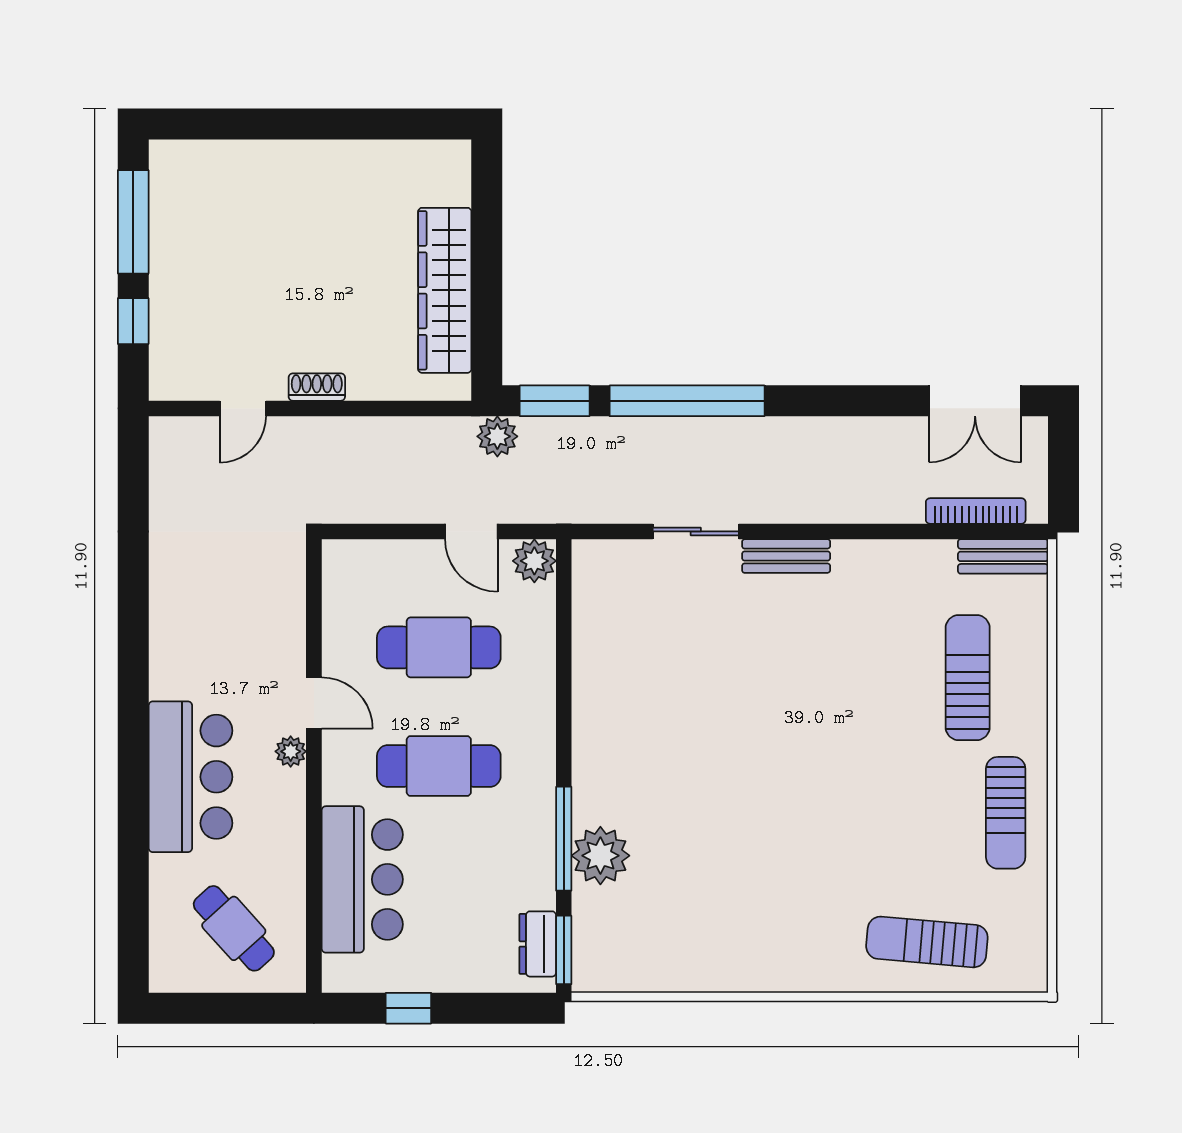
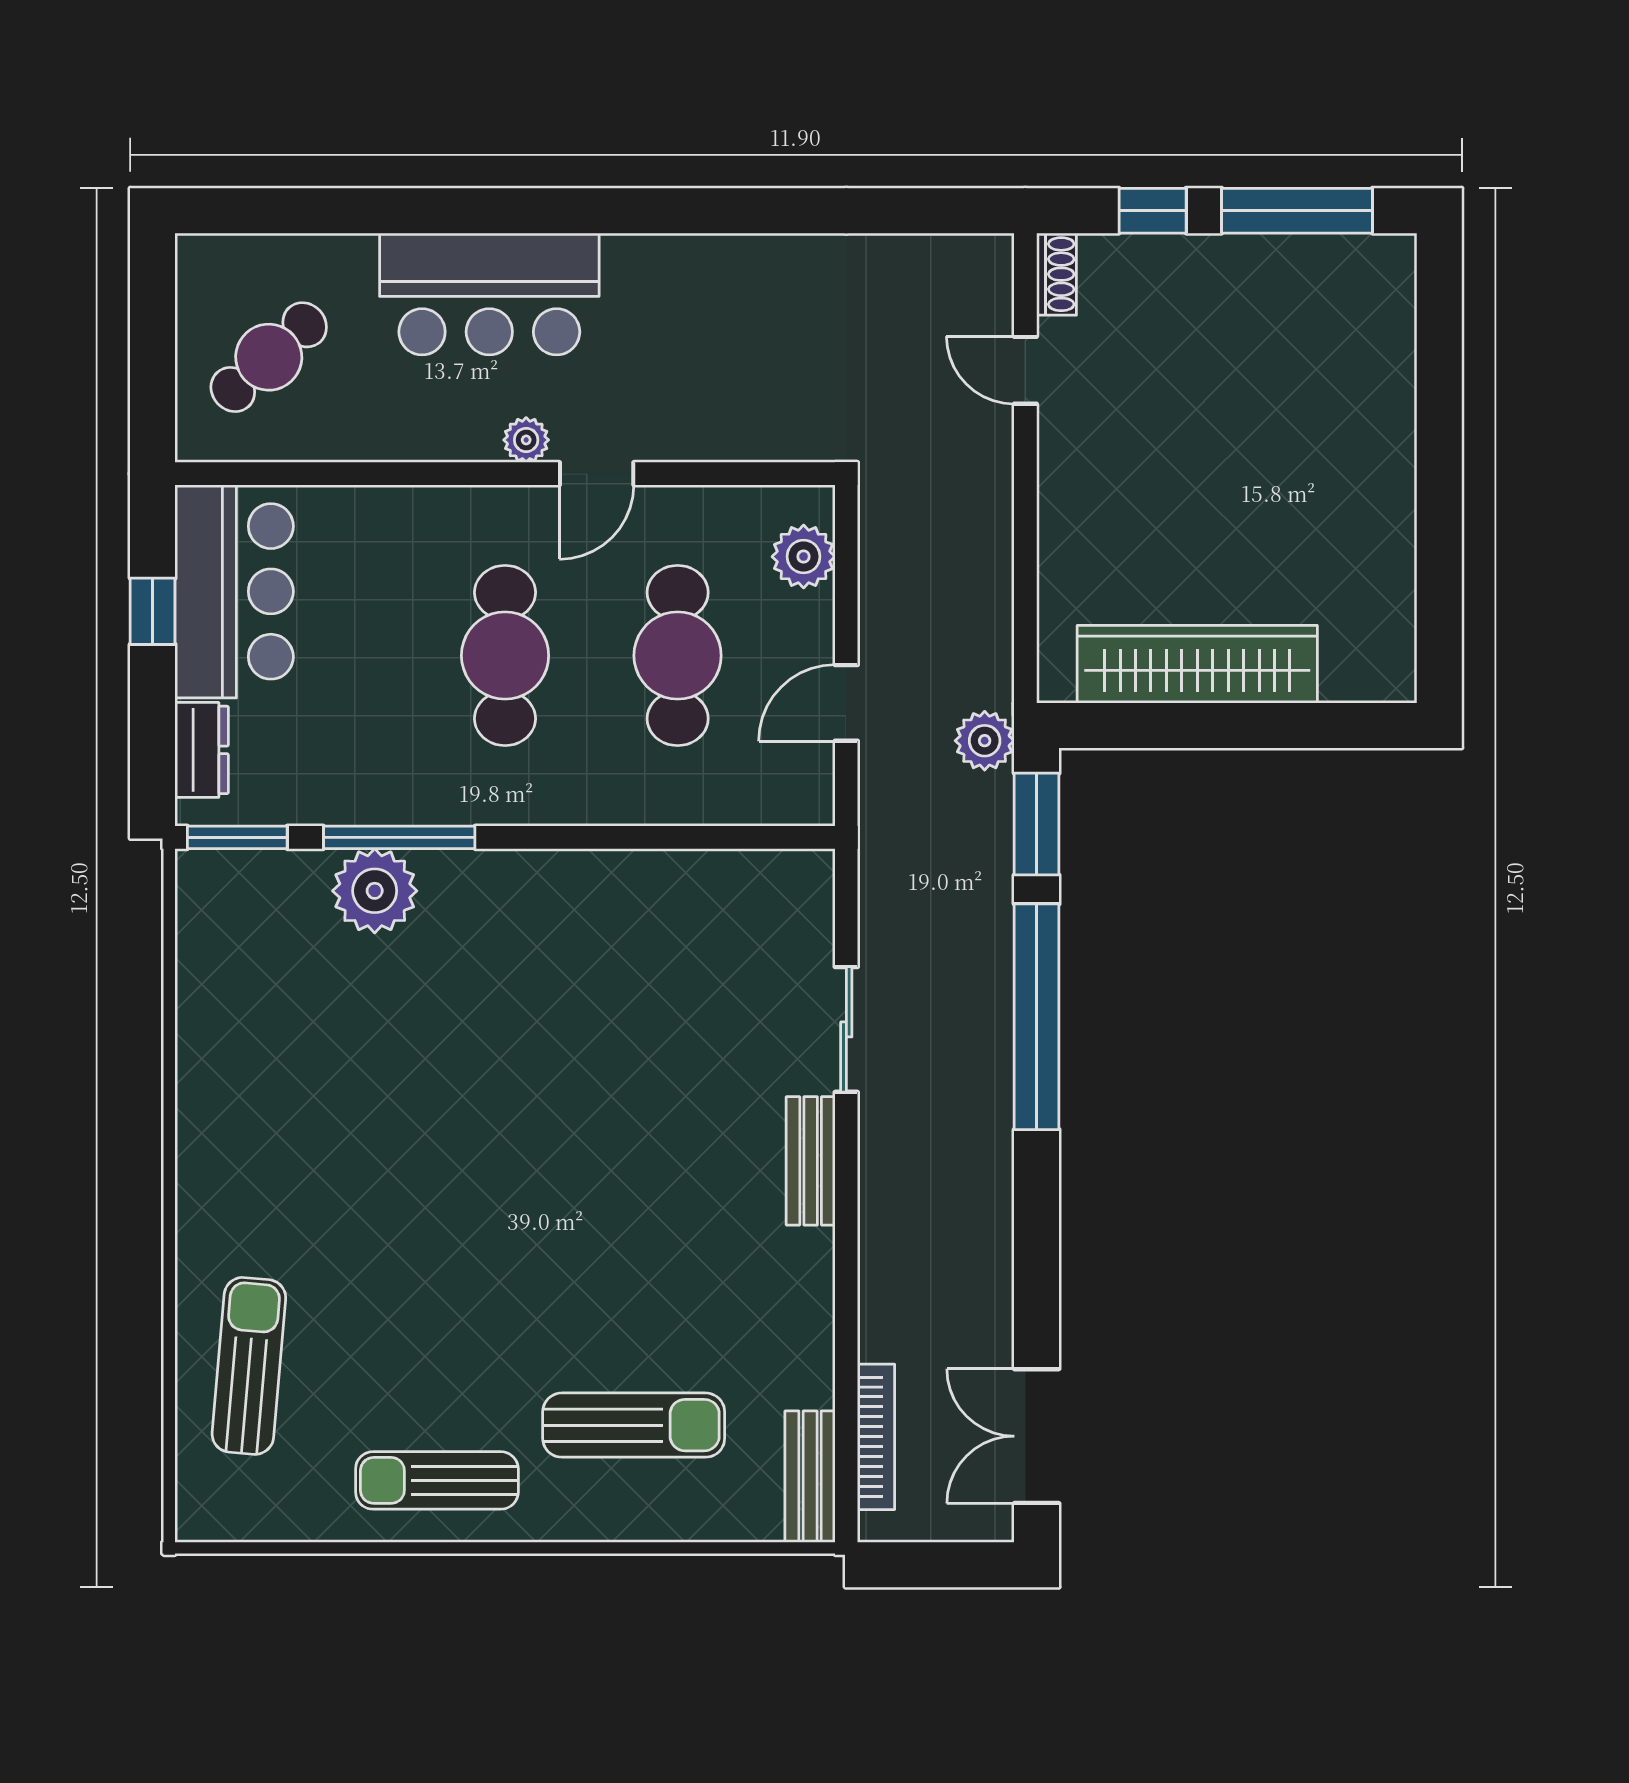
shoe rack: (317, 387) -> (1056, 274), moved
plant: (534, 561) -> (804, 557), moved
bar counter: (362, 879) -> (234, 591), moved, turned -90
dresser: (538, 944) -> (202, 750), moved, turned 90

